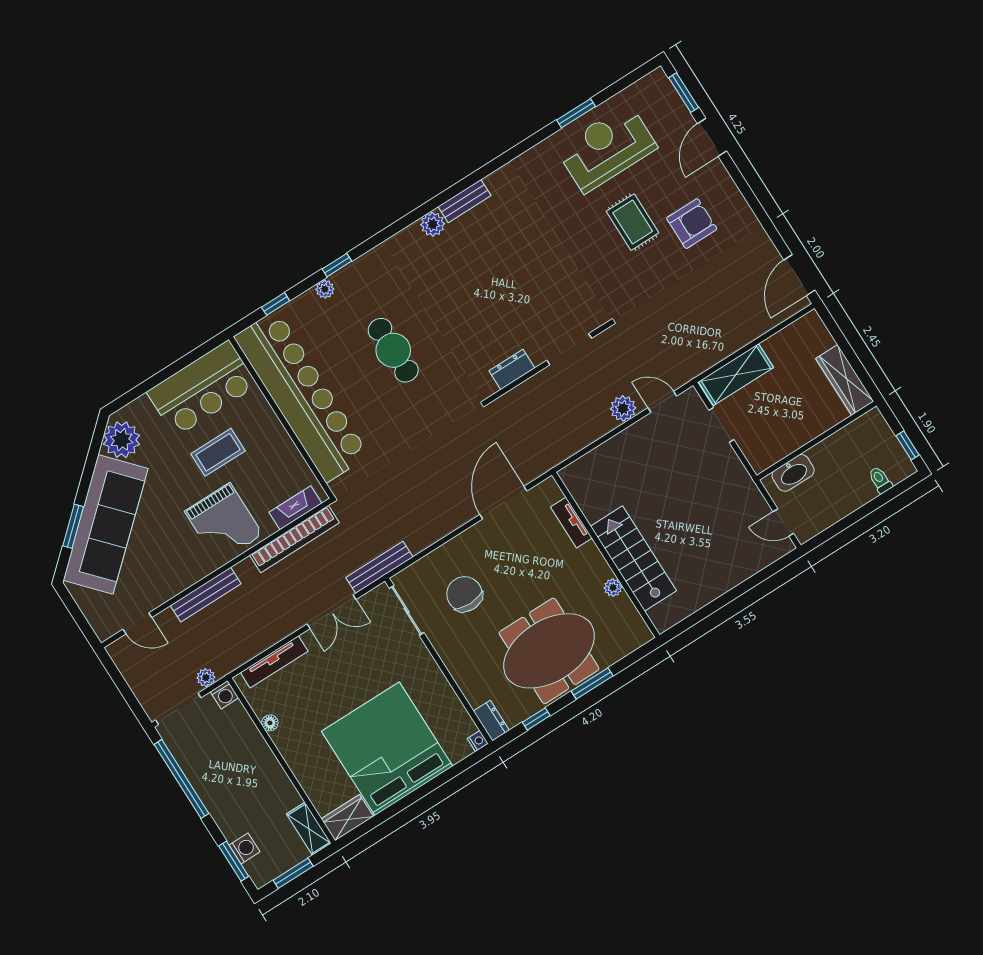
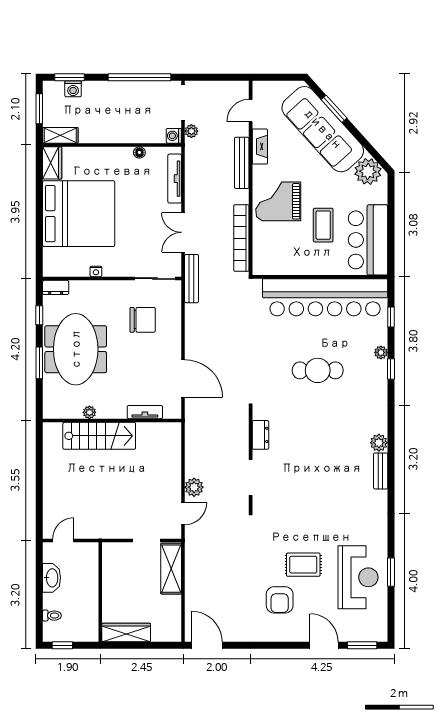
washbasin: (793, 473) -> (52, 578), moved, turned 180
fireplace: (295, 508) -> (260, 146), moved
nightstand: (478, 741) -> (96, 271), moved

